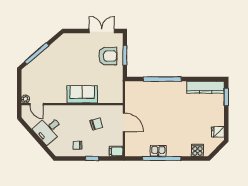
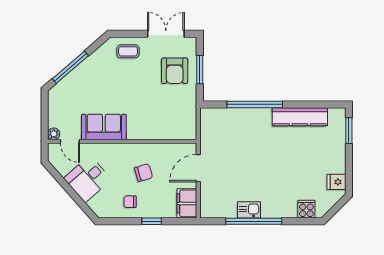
coffee table: (76, 43) -> (128, 51), added
armchair: (108, 56) -> (175, 71), turned 90
kitchen counter: (205, 87) -> (300, 117), moved
sofa: (82, 94) -> (104, 127), moved
door: (124, 122) -> (198, 168), swing flipped
chair: (96, 124) -> (143, 173), moved
filing cabinet: (116, 151) -> (187, 203), width x2.00

